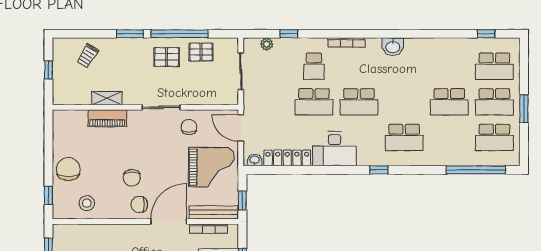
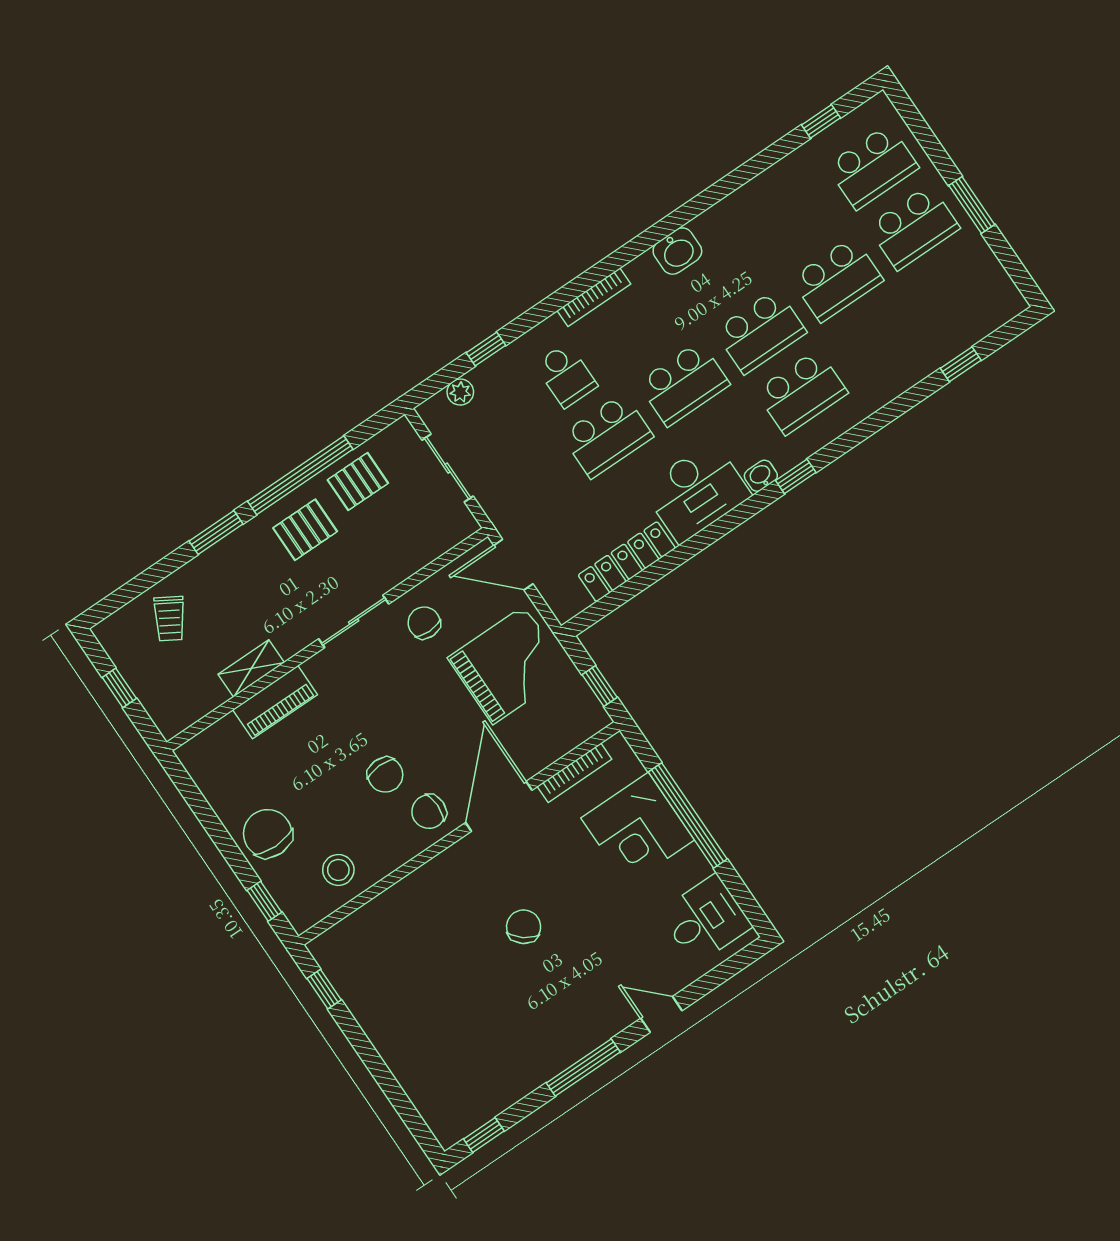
school desk: (494, 137) -> (760, 331), moved
washbasin: (255, 160) -> (761, 476), moved
window: (476, 170) -> (961, 364), width x0.32
bench: (213, 212) -> (564, 739), removed

